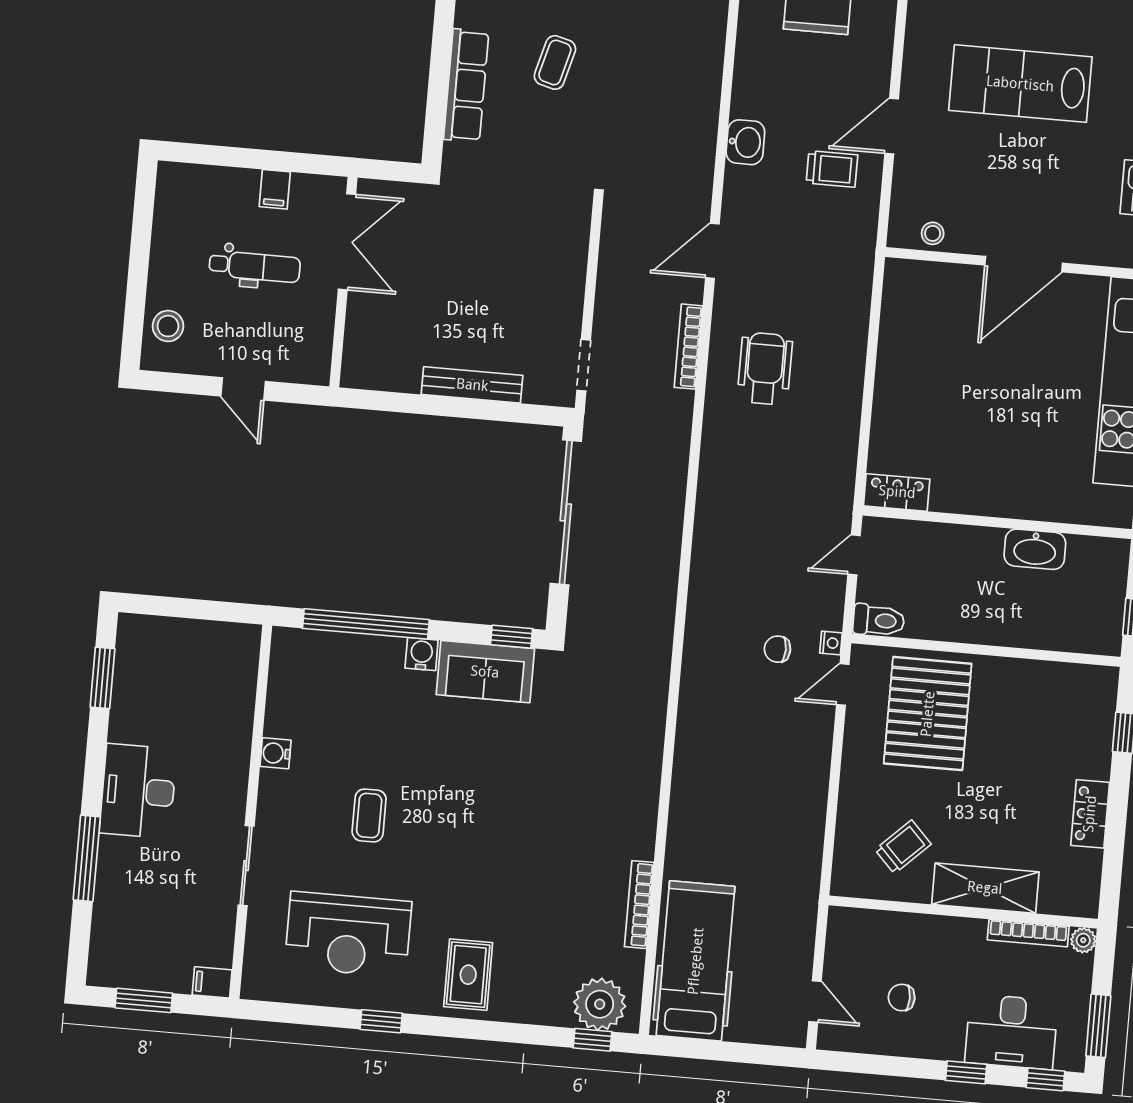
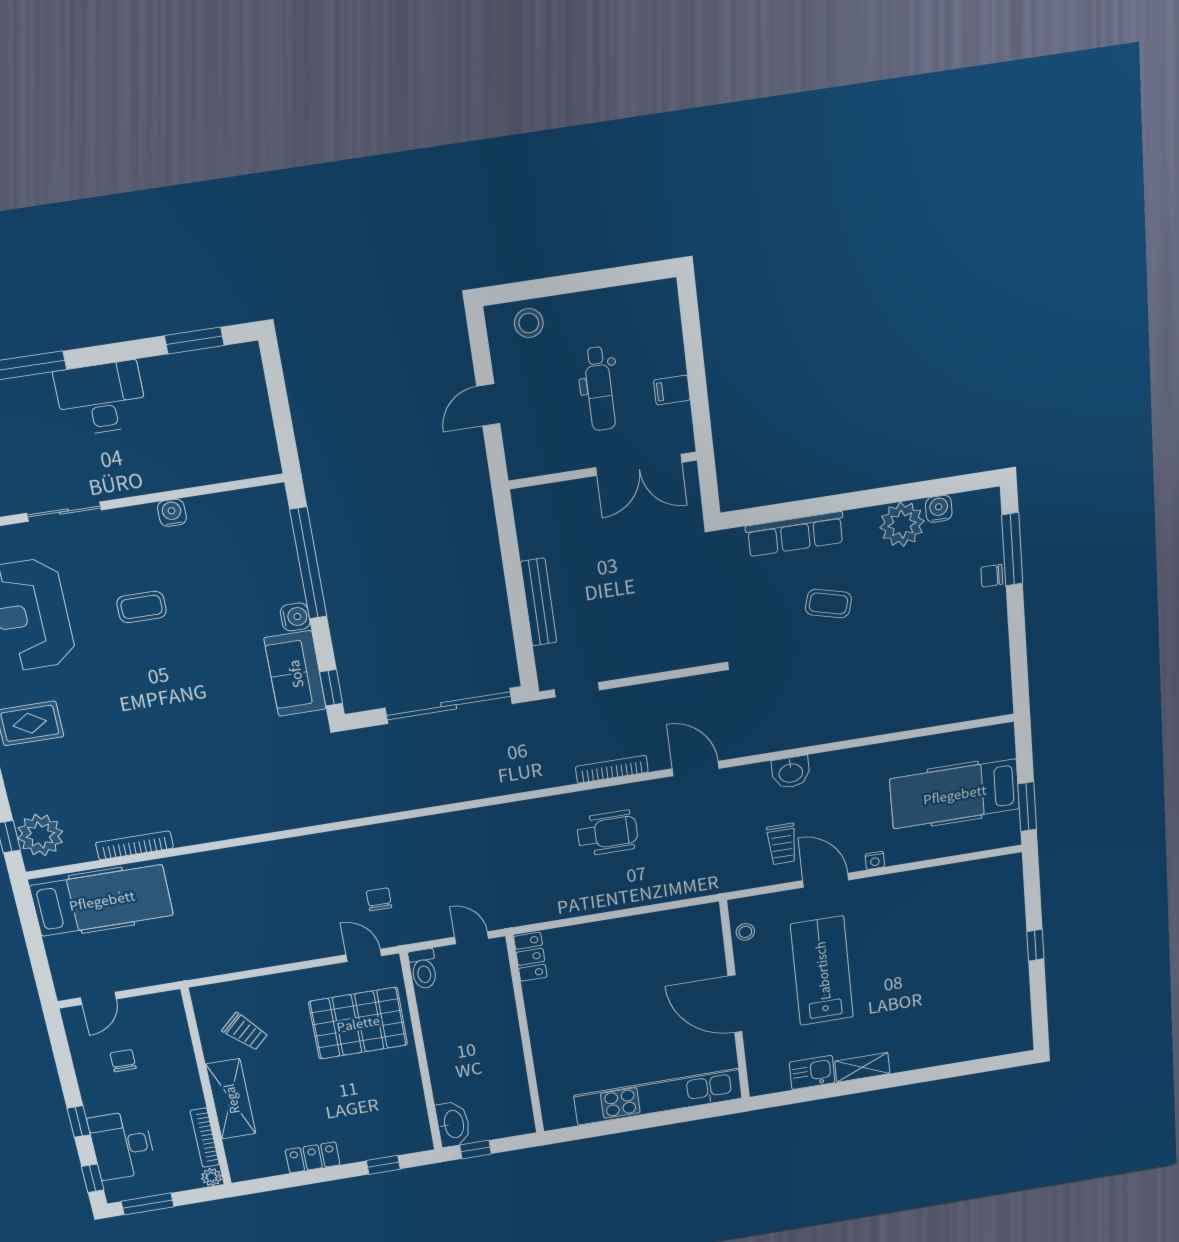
lab bench: (1020, 84) -> (822, 971), moved
washbasin: (1035, 549) -> (453, 1124), moved, turned 180
nightstand: (831, 643) -> (875, 860), moved

